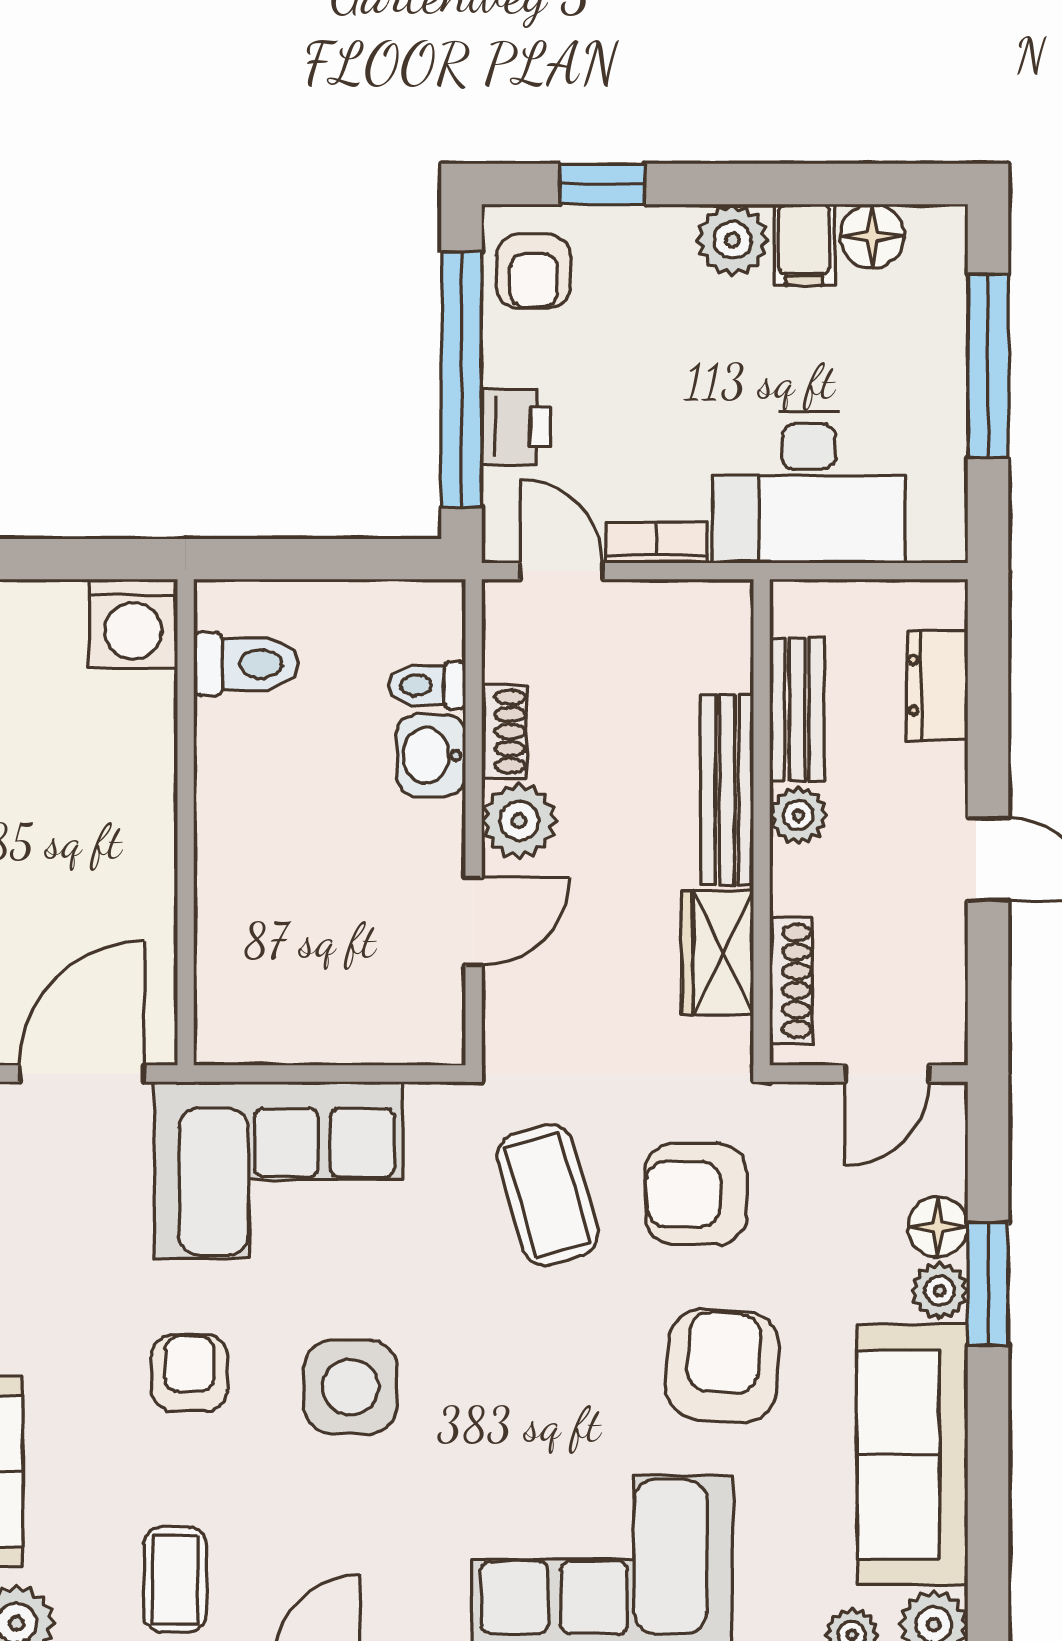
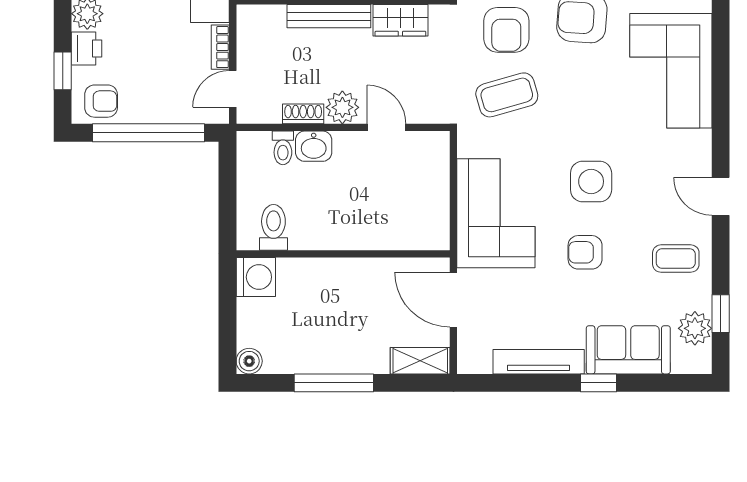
printer: (516, 426) -> (87, 48), moved, turned 90

